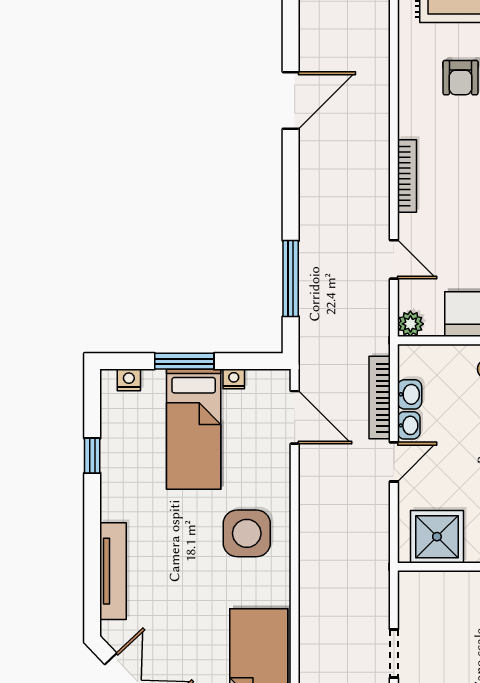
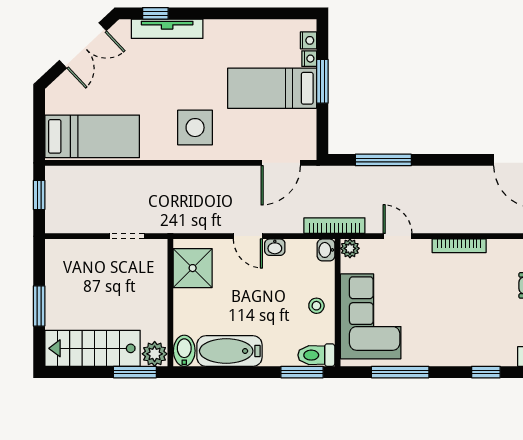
door: (394, 259) -> (397, 236), swing flipped
nightstand: (234, 379) -> (309, 59), moved
washbasin: (410, 394) -> (326, 250), moved, turned 90
bookcase: (380, 398) -> (334, 226), moved
window: (92, 456) -> (155, 13), moved
doorway: (394, 654) -> (127, 236), moved

